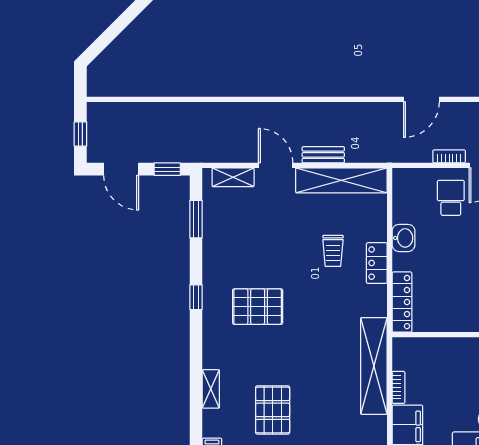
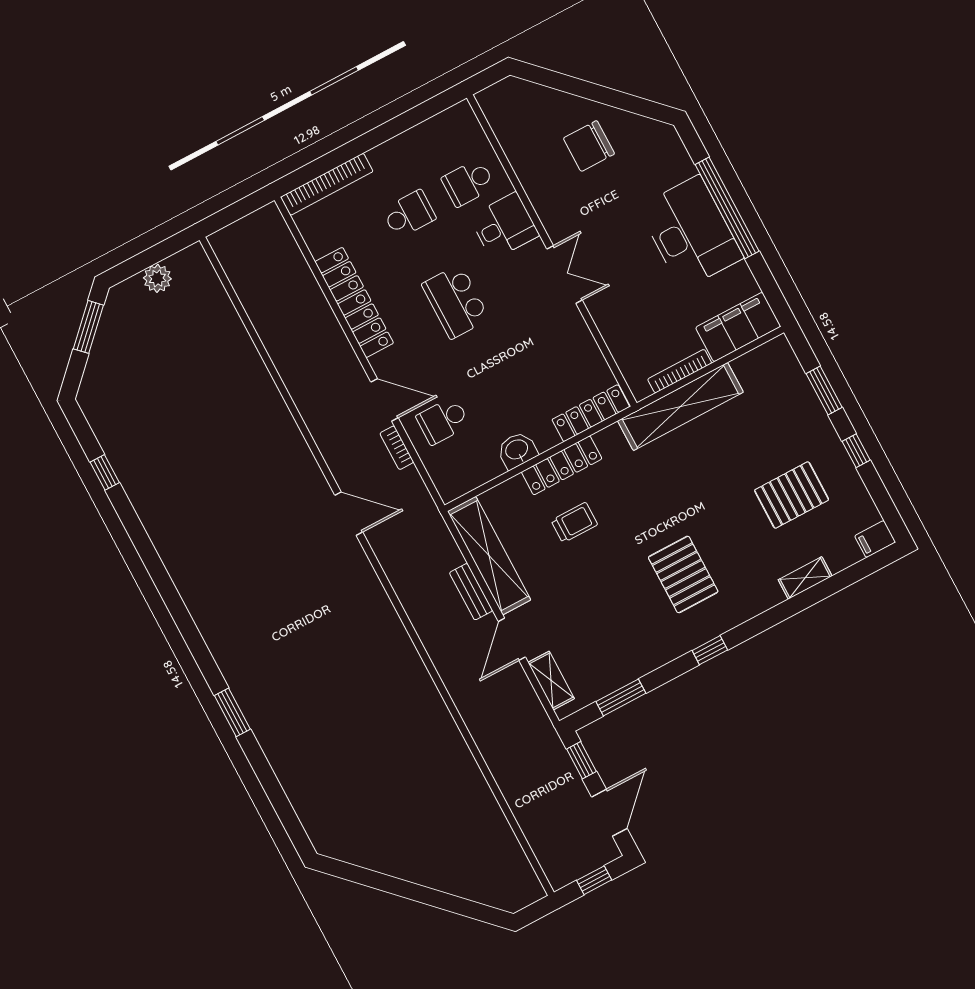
locker: (377, 263) -> (562, 465), width x1.53
bookcase: (398, 387) -> (680, 371), width x1.56

